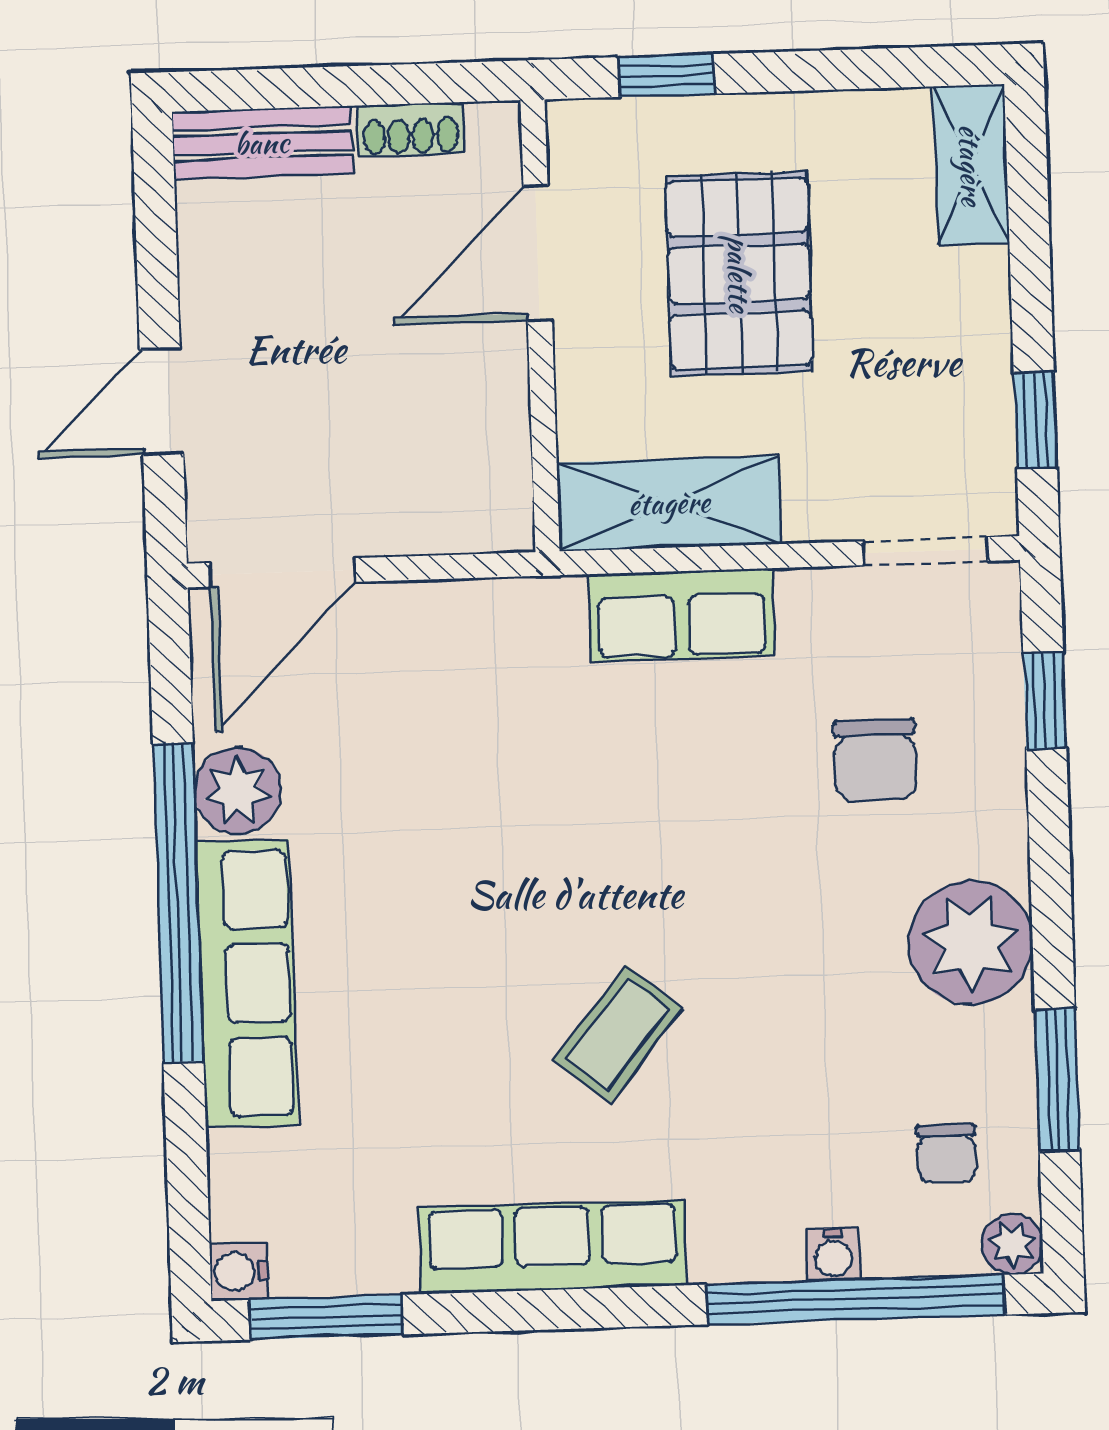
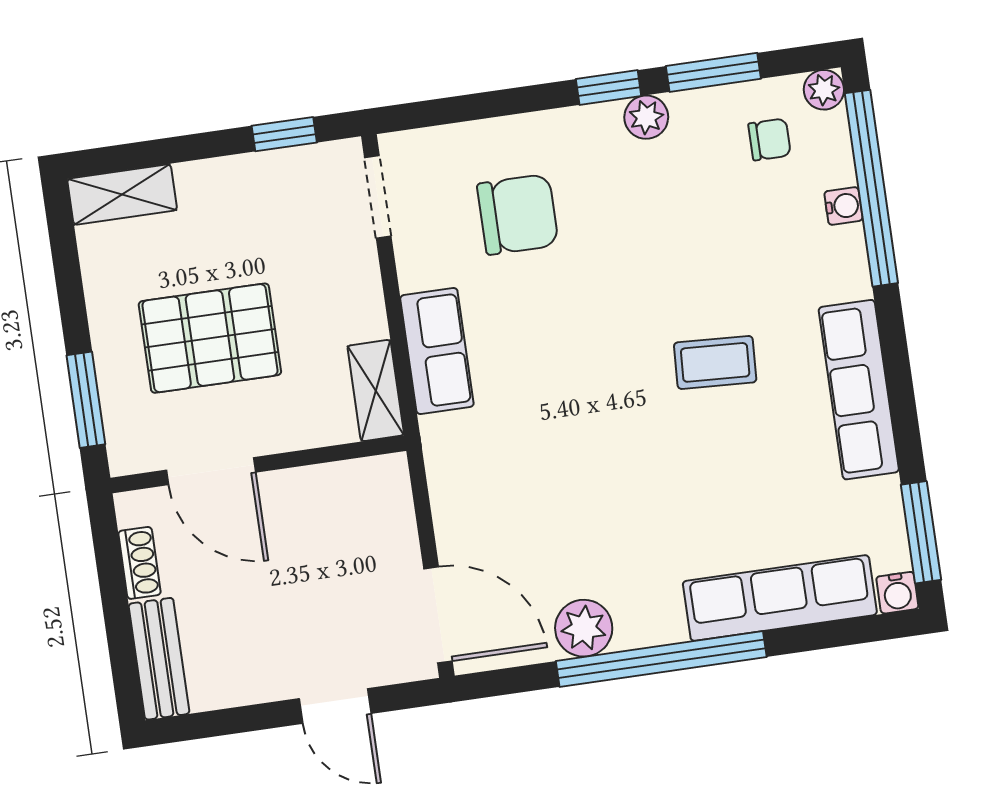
window: (666, 75) -> (86, 400), width x1.50
shelving: (669, 503) -> (376, 390), width x0.67, depth x0.75
window: (1045, 701) -> (609, 87), moved
chair: (875, 760) -> (518, 214), width x1.37, depth x1.37
plant: (971, 943) -> (646, 117), width x0.53, depth x0.53
row of seats: (247, 983) -> (780, 598), moved
coffee table: (618, 1034) -> (715, 362), turned -36

